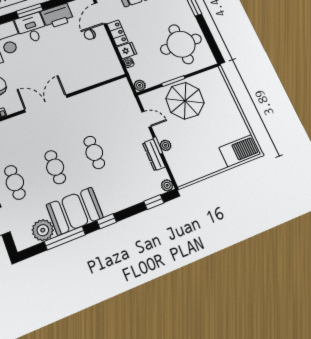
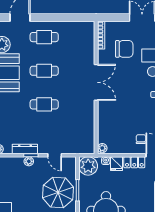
plant: (117, 71) -> (102, 148), added
plant: (140, 85) -> (88, 166), width x1.88, depth x1.88
door: (146, 119) -> (55, 155), hinge flipped

